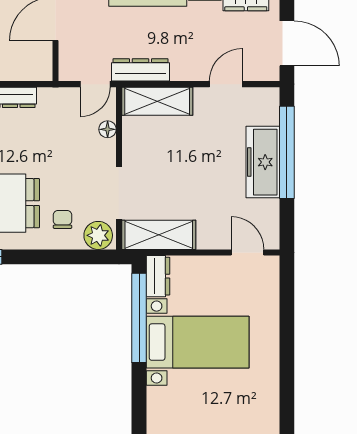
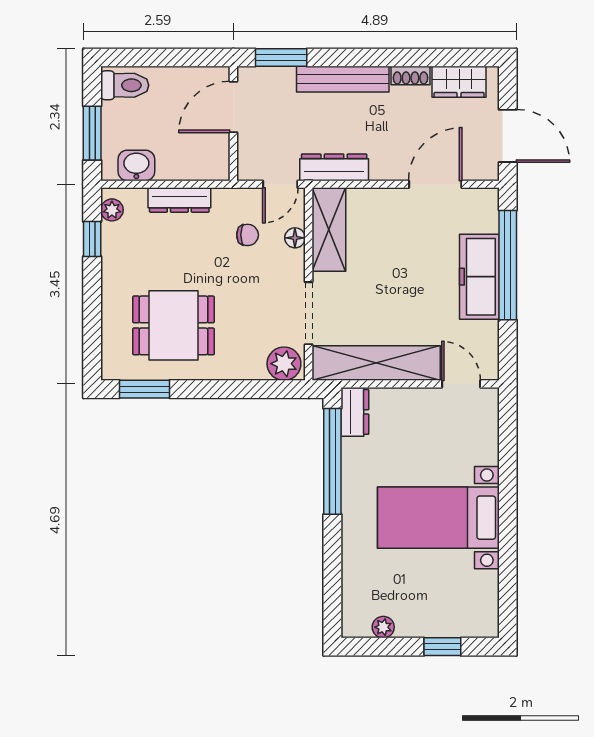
door: (226, 84) -> (435, 184), width x1.37
shelving: (157, 101) -> (329, 230), moved, turned 90
chair: (63, 219) -> (248, 235), moved, turned 90
shelving: (159, 235) -> (376, 363), width x1.47
bed with nightstands: (198, 342) -> (438, 518), moved, turned 180

